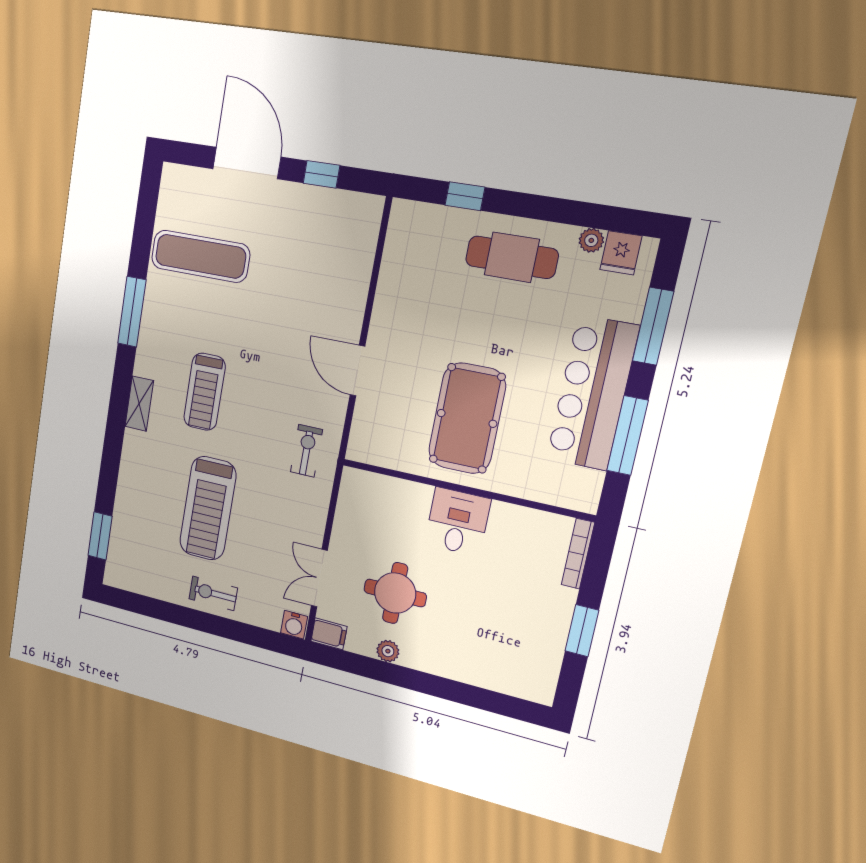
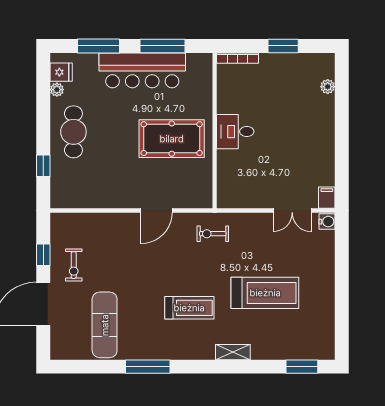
shelving: (139, 404) -> (233, 352), moved
exercise bike: (213, 593) -> (74, 265), moved
round table: (395, 593) -> (289, 161), removed
plant: (388, 651) -> (328, 87), moved

